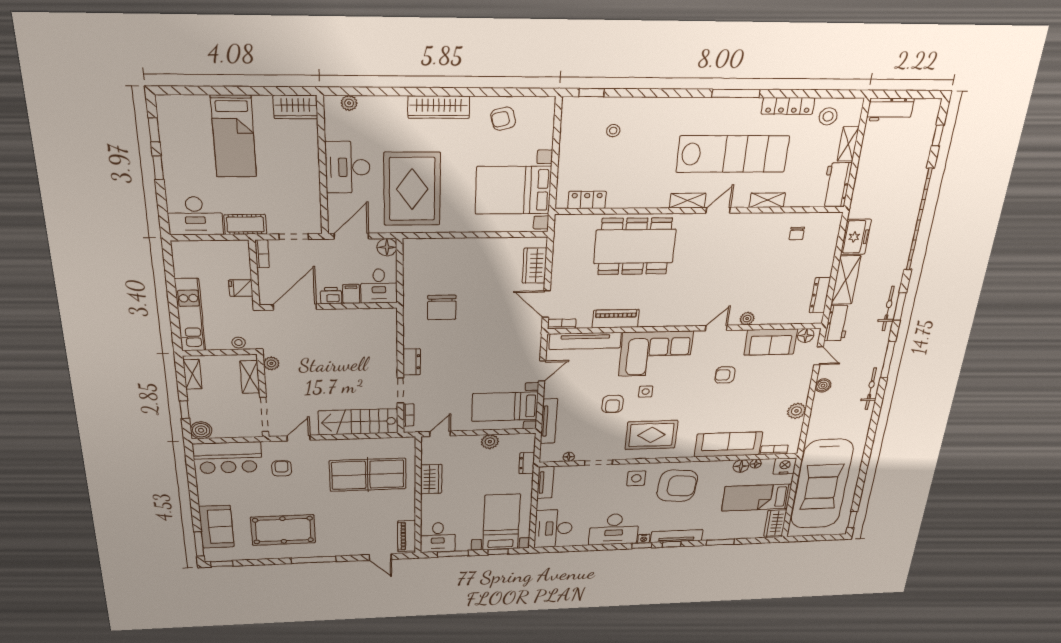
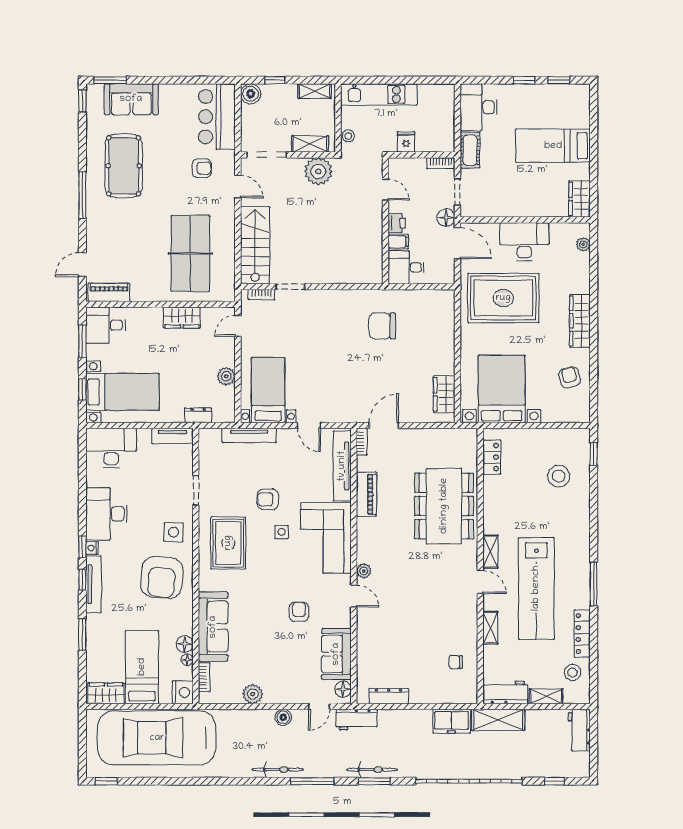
stool: (613, 131) -> (559, 476), width x1.89, depth x1.89
floor lamp: (387, 247) -> (446, 218), moved
wardrobe: (535, 266) -> (444, 394), moved, turned -90
shelving: (846, 280) -> (498, 720), moved
door: (295, 307) -> (385, 190), width x0.53
plant: (747, 319) -> (364, 571), moved
dresser: (412, 362) -> (323, 298), removed
plant: (271, 363) -> (318, 171), width x1.88, depth x1.88
door: (440, 434) -> (238, 326), swing flipped
floor lamp: (569, 457) -> (204, 458), removed

